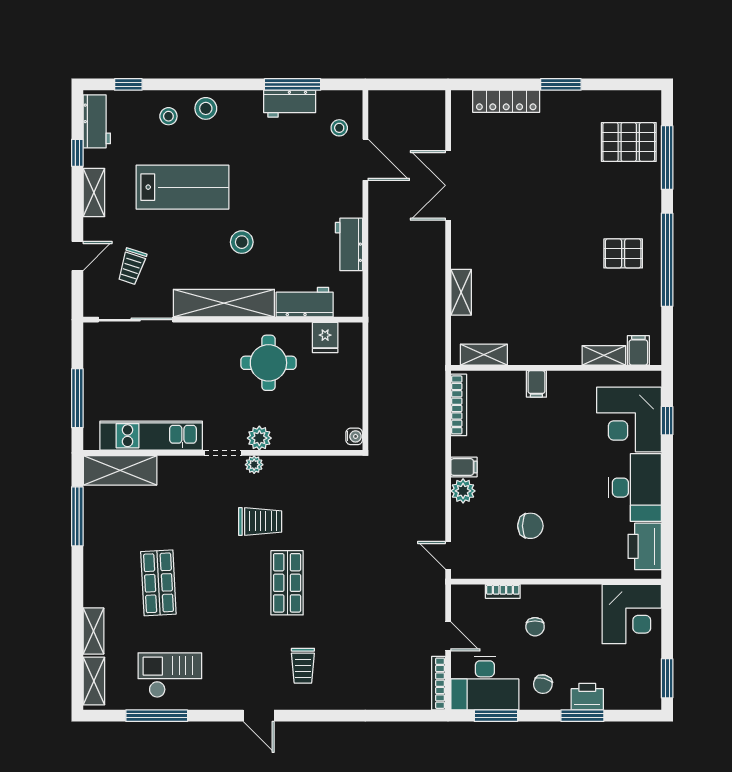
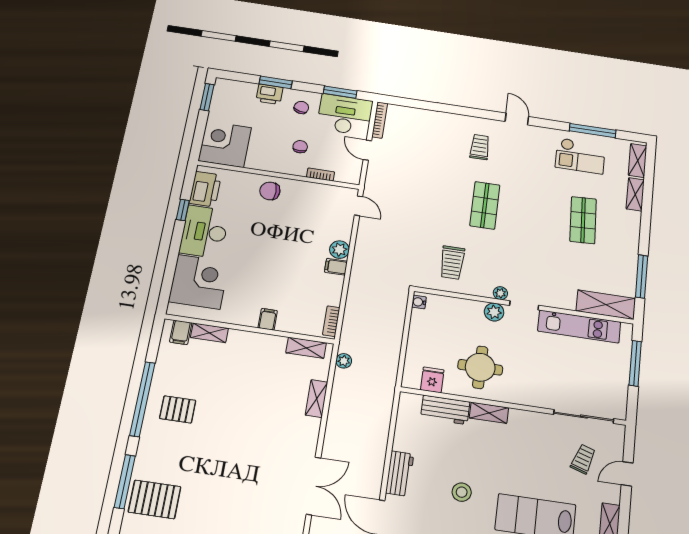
stool: (242, 242) -> (462, 492), moved
workbench: (349, 244) -> (400, 473), moved
shelving: (224, 303) -> (489, 413), width x0.45, depth x0.75
plant: (436, 345) -> (344, 361), added
bookcase: (459, 405) -> (331, 321), width x0.64
window: (667, 421) -> (183, 210), moved
trolley: (260, 521) -> (452, 263), moved, turned -90
chair: (530, 526) -> (270, 191), moved

